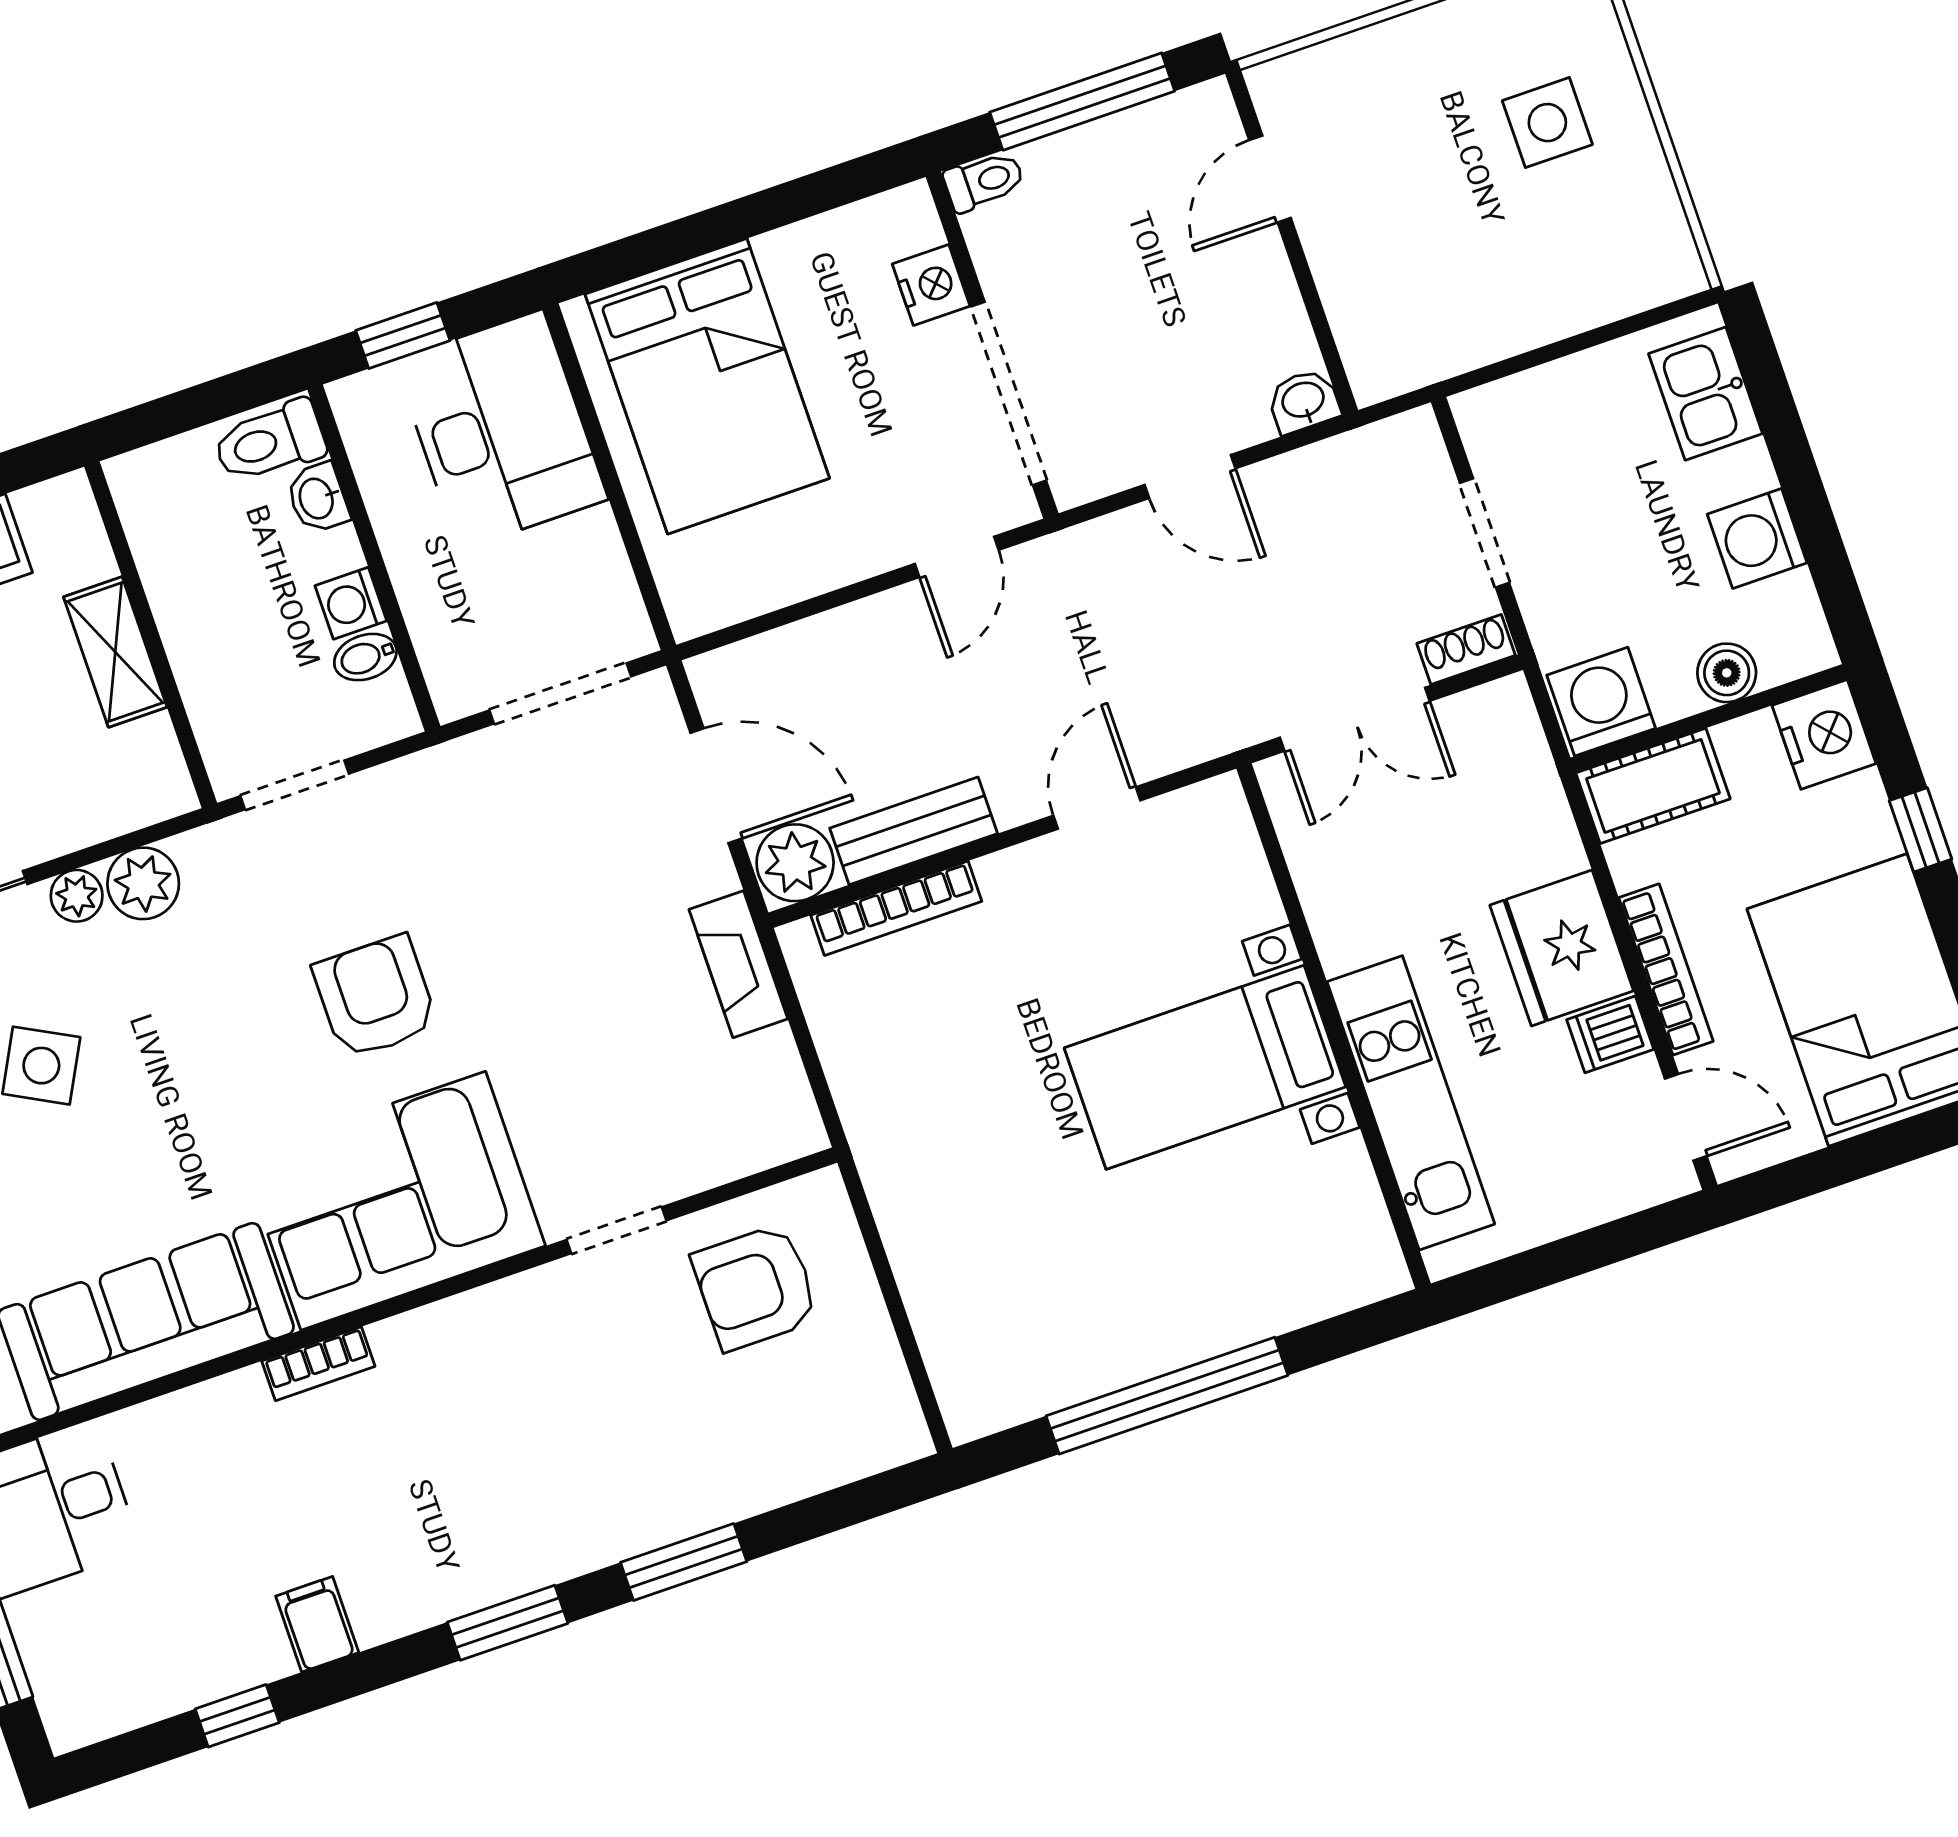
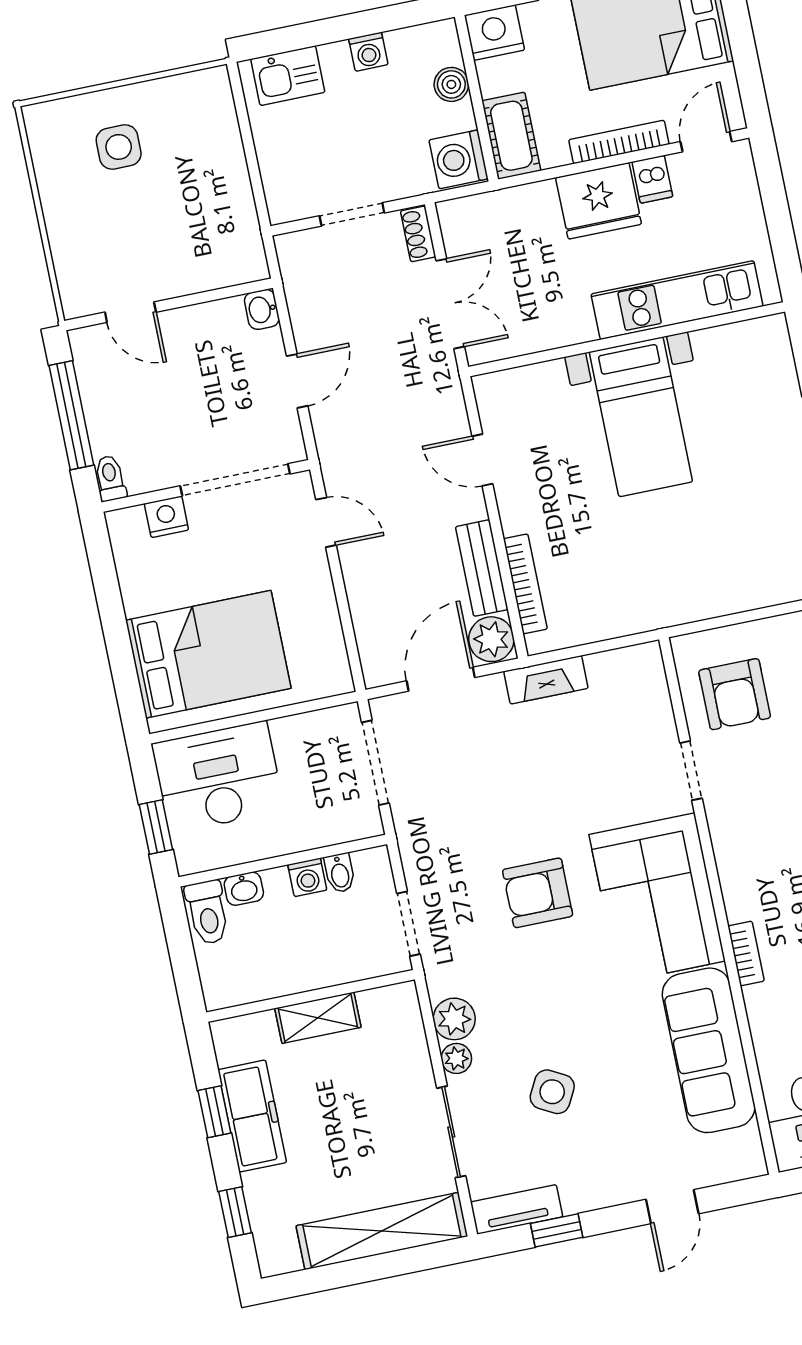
washing machine: (1757, 539) -> (368, 52), width x0.73, depth x0.73

